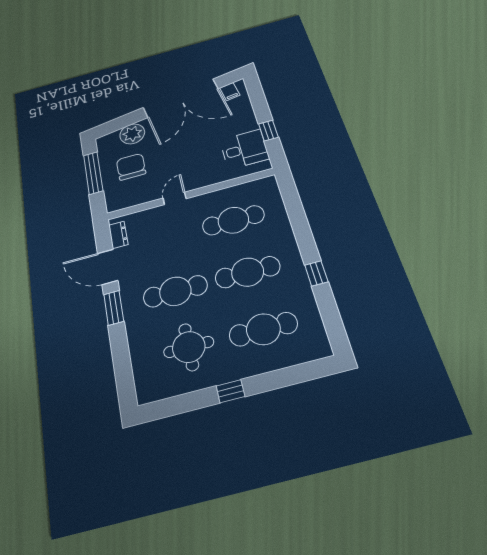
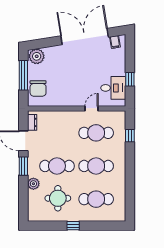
double door: (181, 98) -> (85, 37), swing flipped
plant: (132, 134) -> (37, 56), moved
chair: (131, 167) -> (38, 88), moved, turned 180
door: (175, 198) -> (91, 108), moved
window: (316, 273) -> (130, 136), moved
plant: (137, 333) -> (33, 184), added

